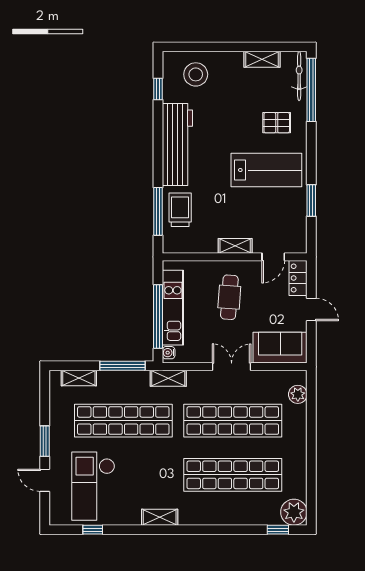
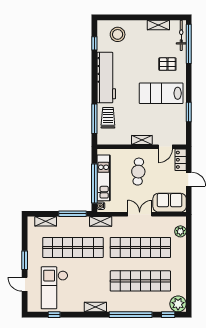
lab bench: (266, 170) -> (161, 93), turned 180
window: (217, 530) -> (131, 315), added

